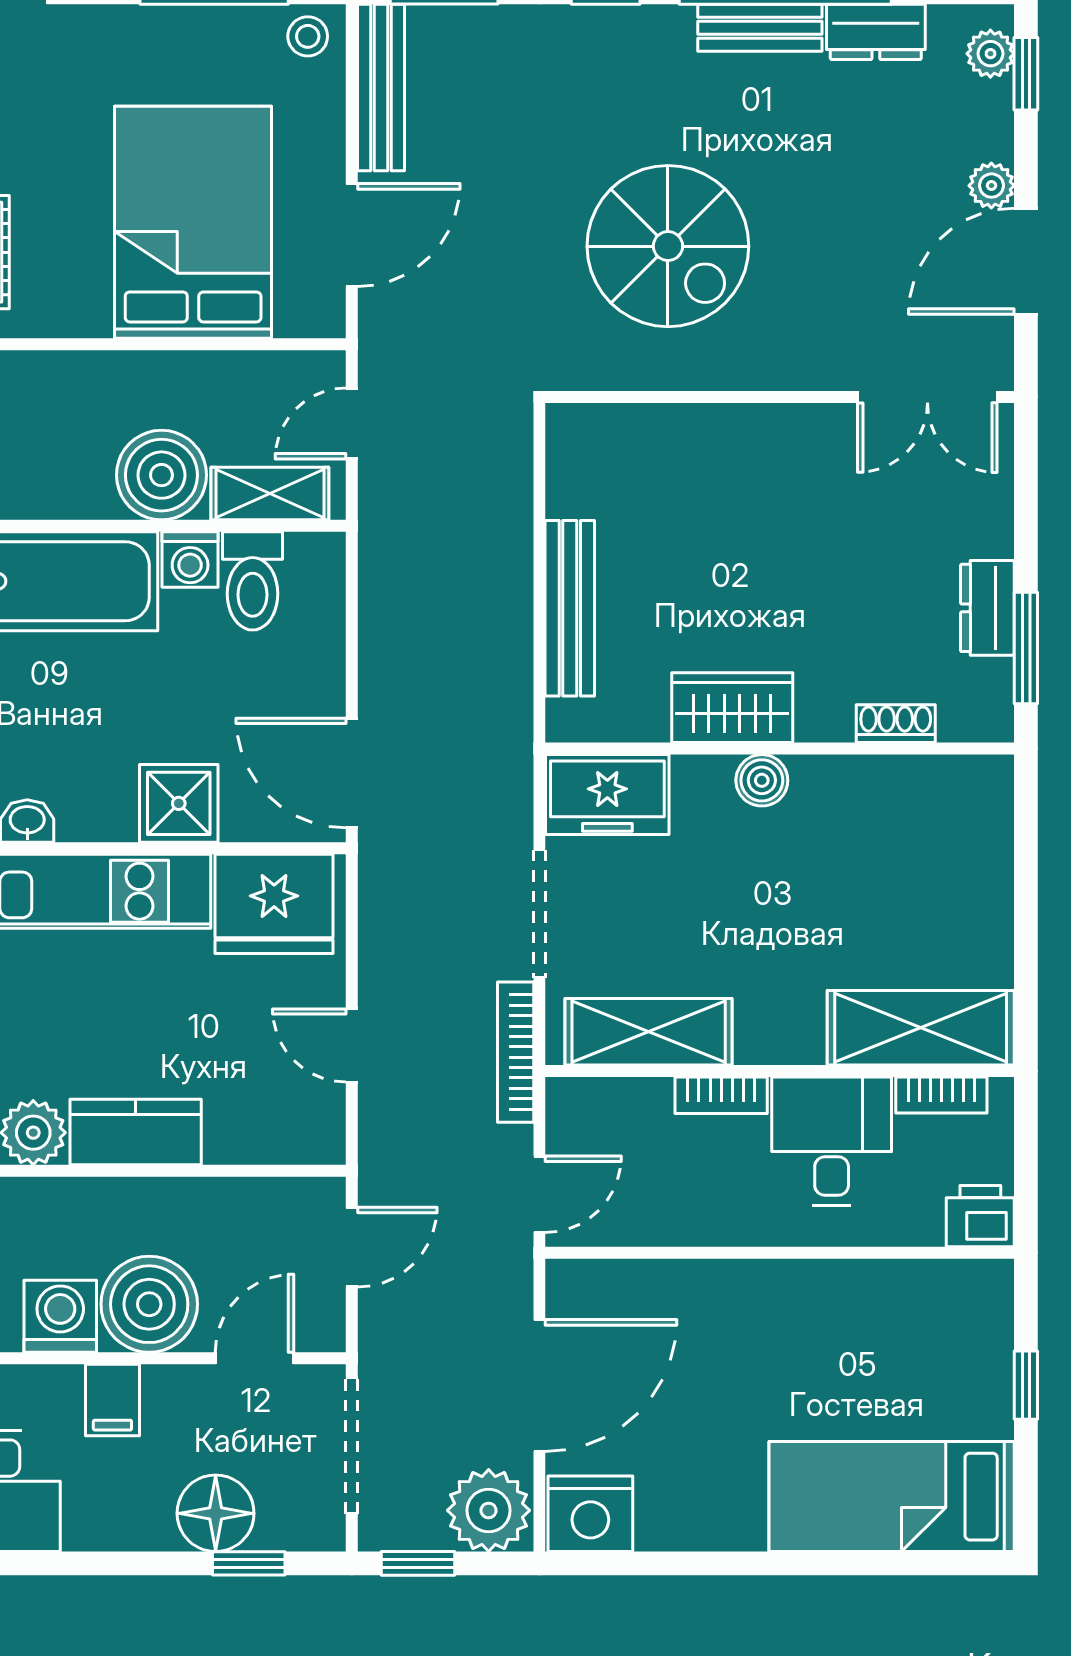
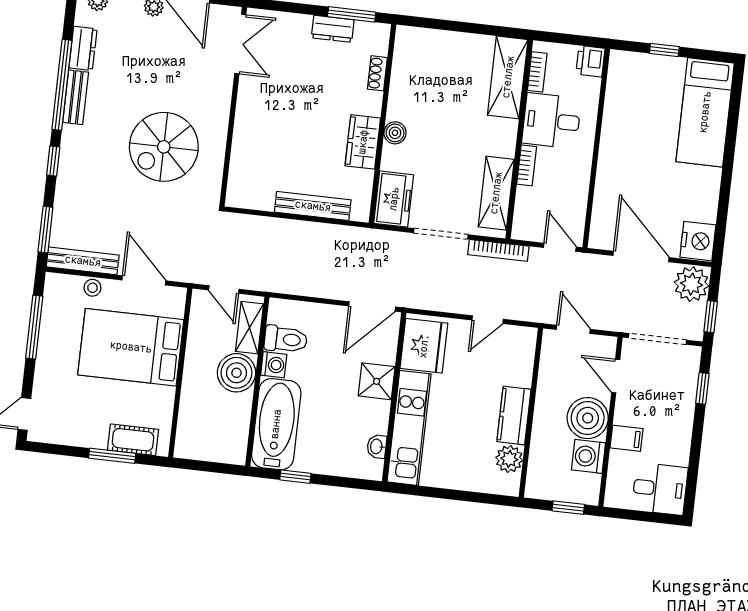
stool: (308, 36) -> (92, 288), moved
spiral stairs: (668, 246) -> (164, 147), turned 180
floor lamp: (216, 1513) -> (680, 400), removed

